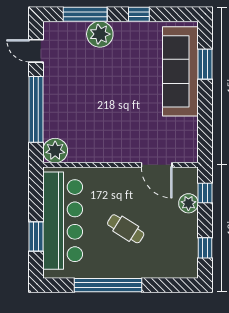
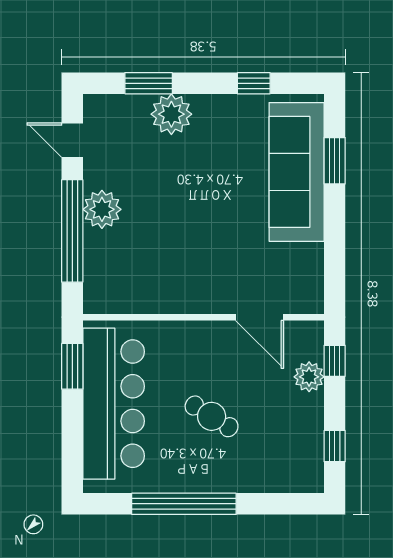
window: (85, 14) -> (149, 83), width x0.69
window: (139, 14) -> (254, 83), moved
plant: (55, 151) -> (102, 209), moved
window: (36, 236) -> (72, 366), moved

